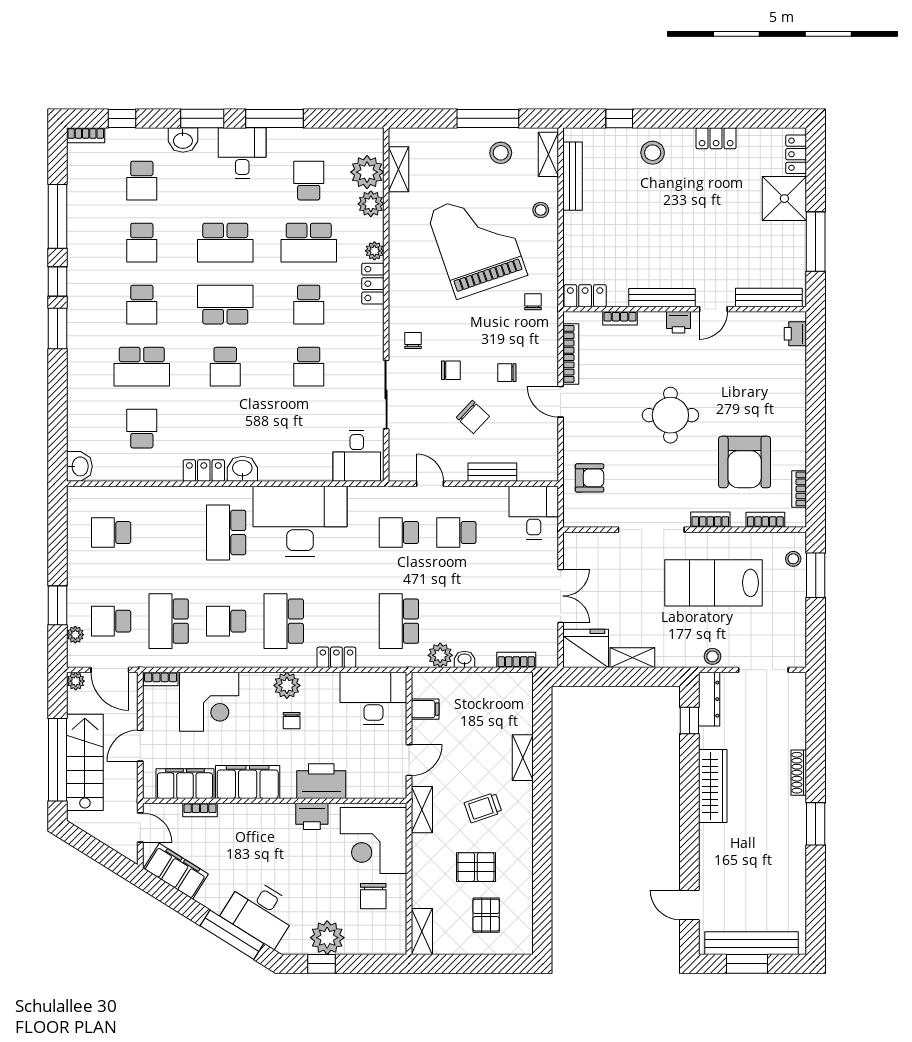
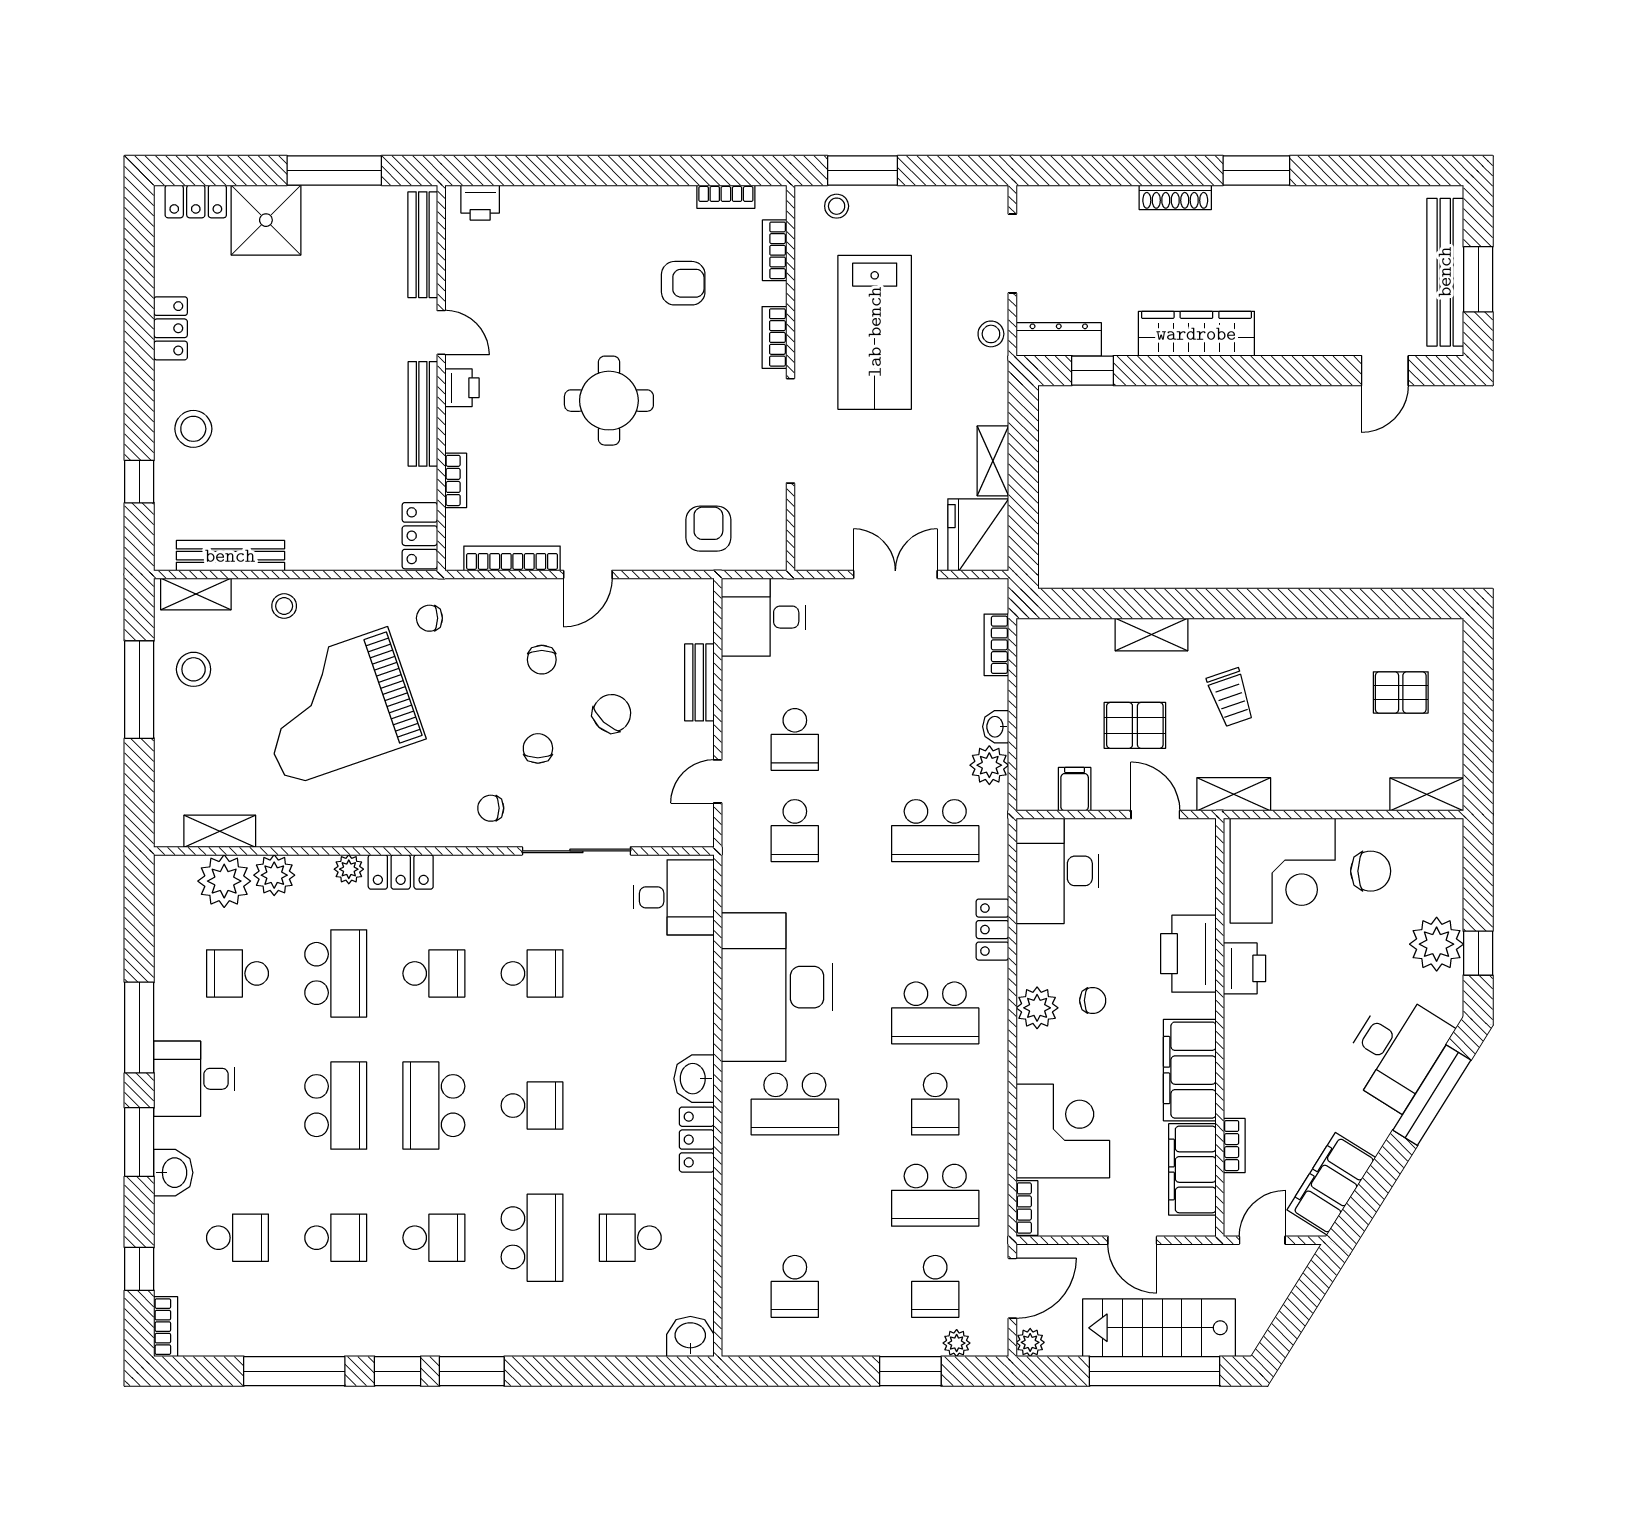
armchair: (745, 462) -> (683, 283), width x0.53, depth x0.53
pallet: (476, 867) -> (1135, 725), moved, turned 90

